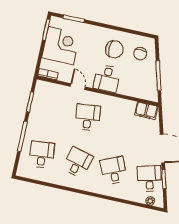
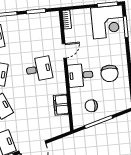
corner desk: (61, 46) -> (108, 22), moved
chair: (140, 54) -> (91, 106), moved
filing cabinet: (146, 111) -> (61, 105), moved

